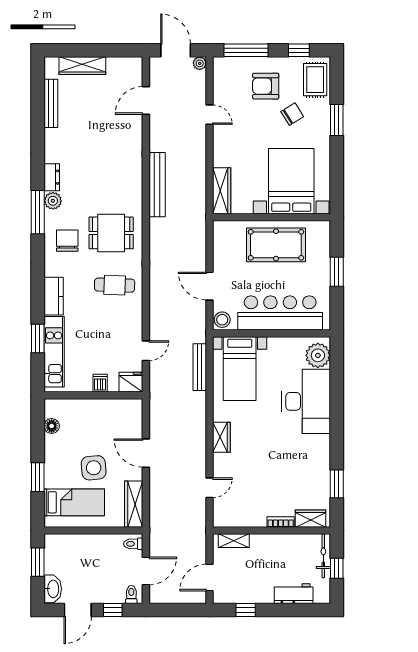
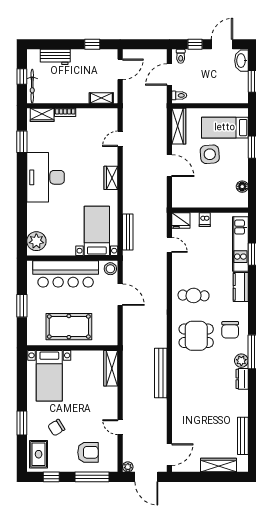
armchair: (266, 86) -> (88, 452), moved
door: (146, 100) -> (169, 455), moved
bed with nightstands: (291, 181) -> (49, 376), width x0.73
door: (146, 351) -> (169, 245), swing flipped
desk: (306, 401) -> (46, 177), moved

